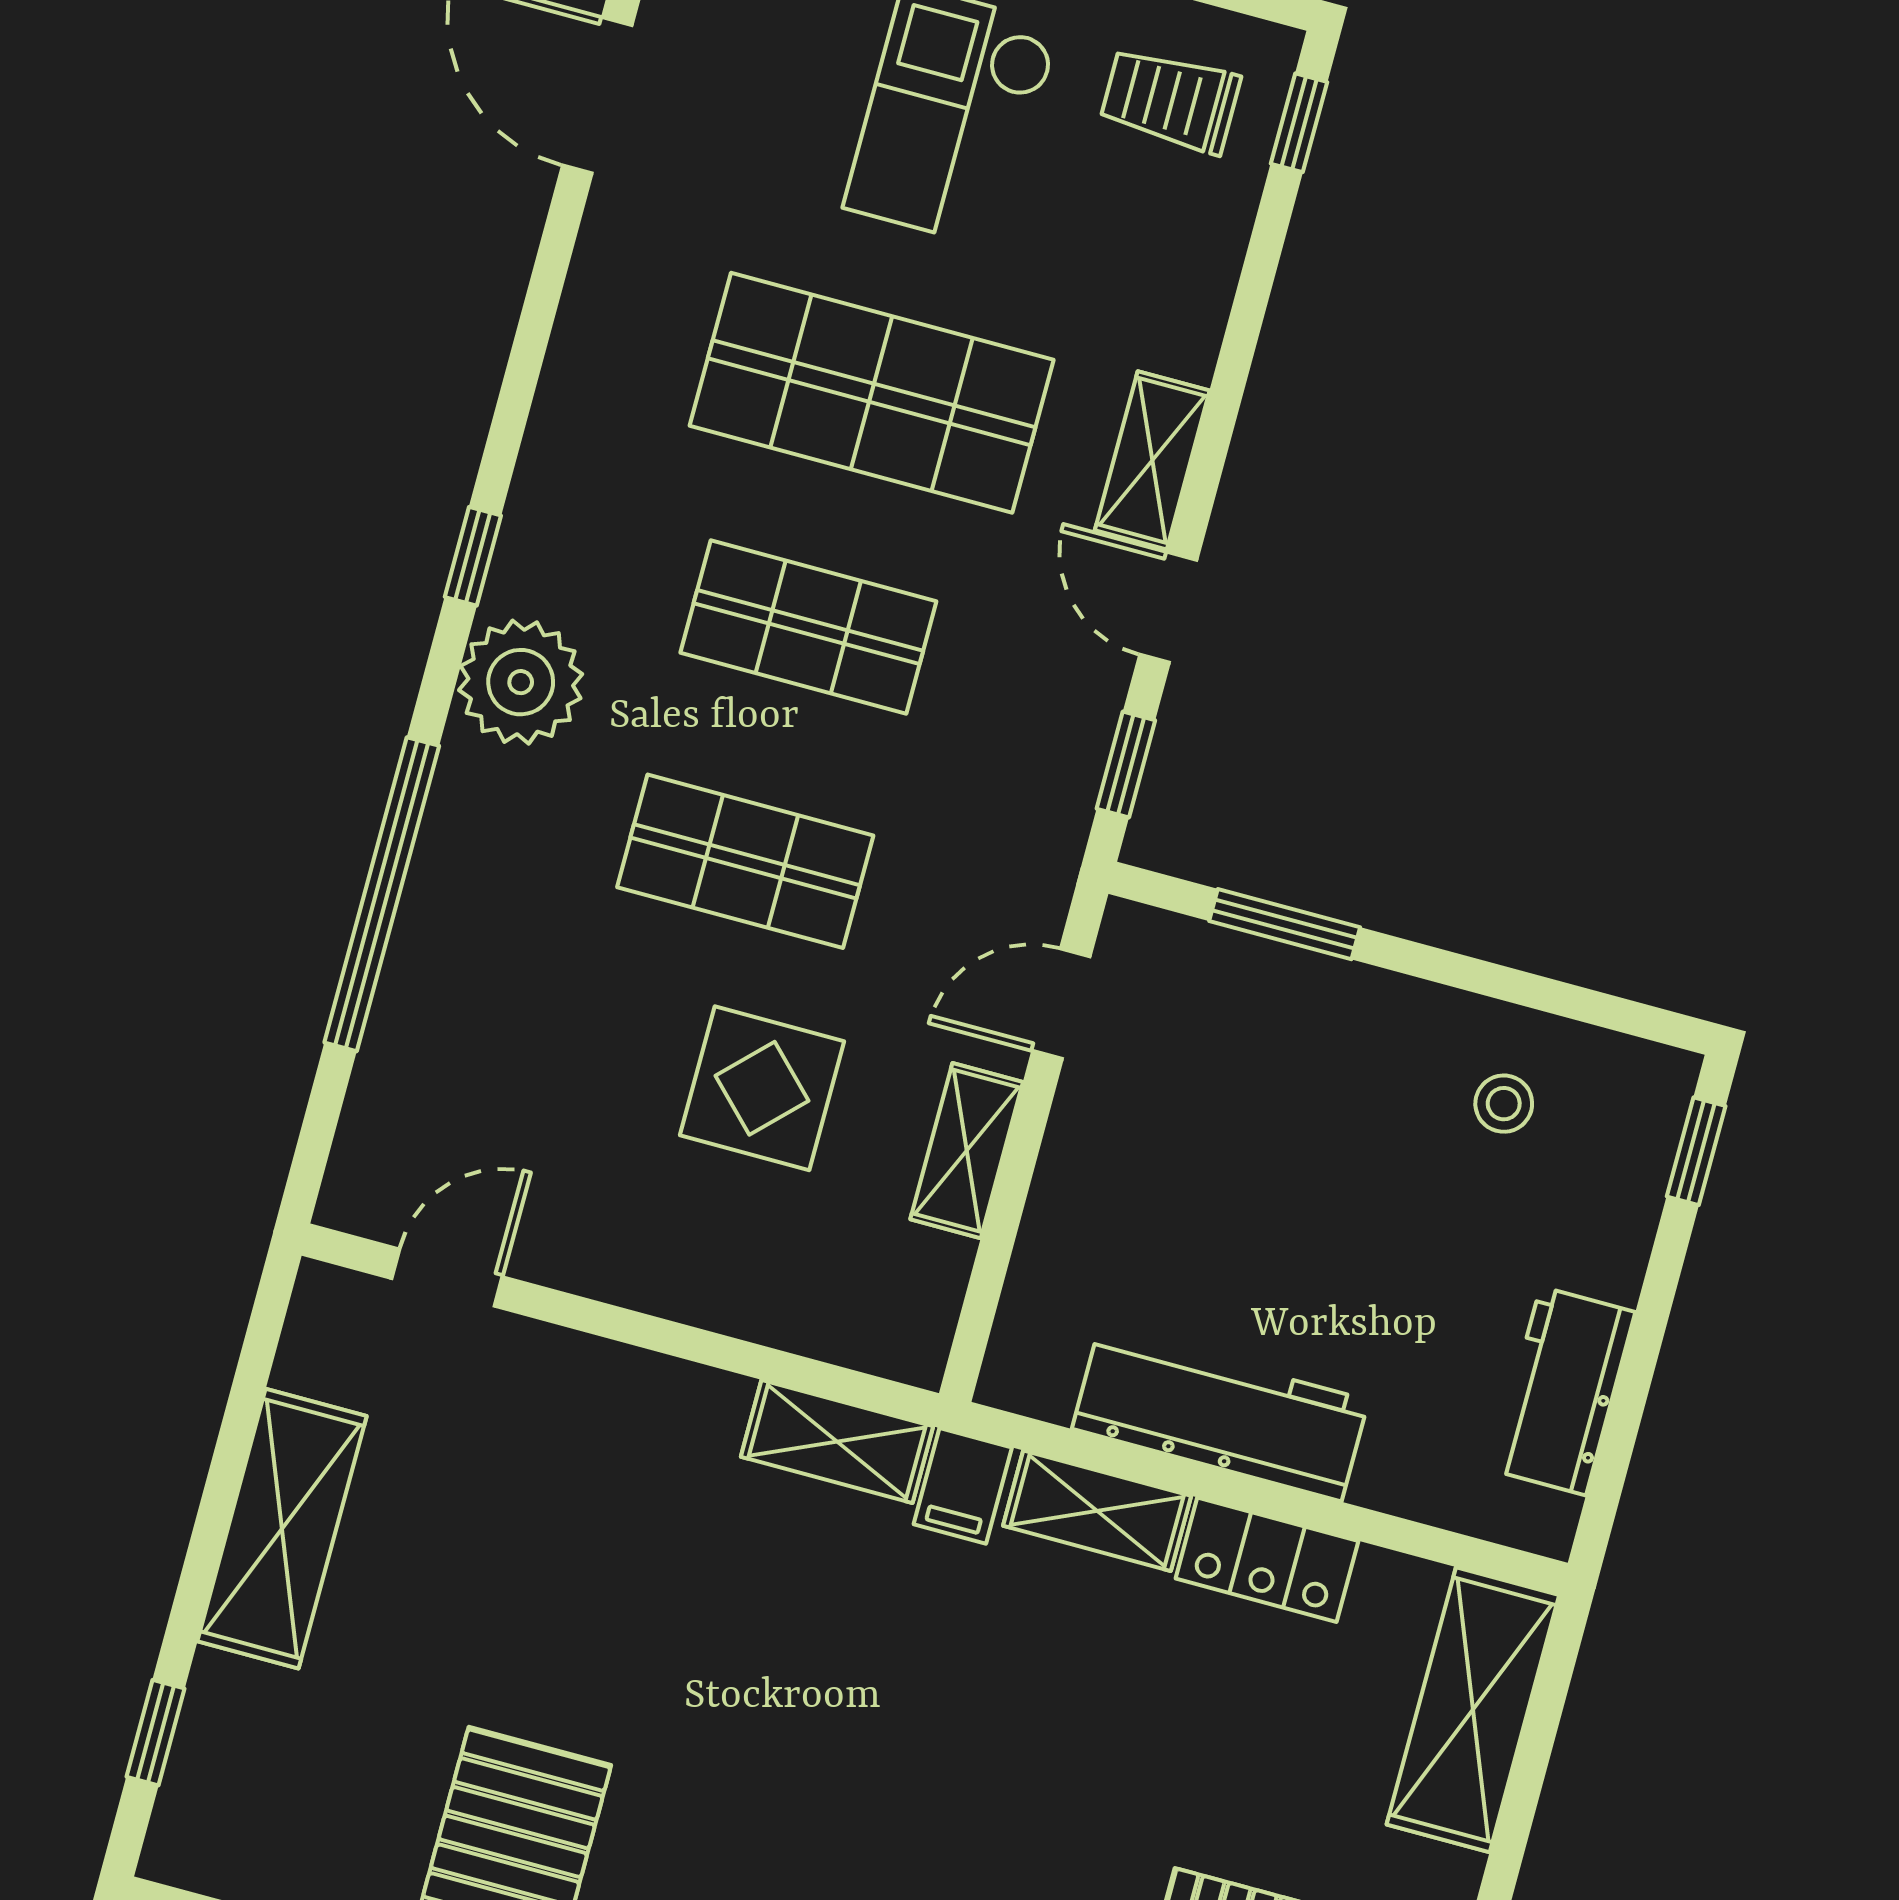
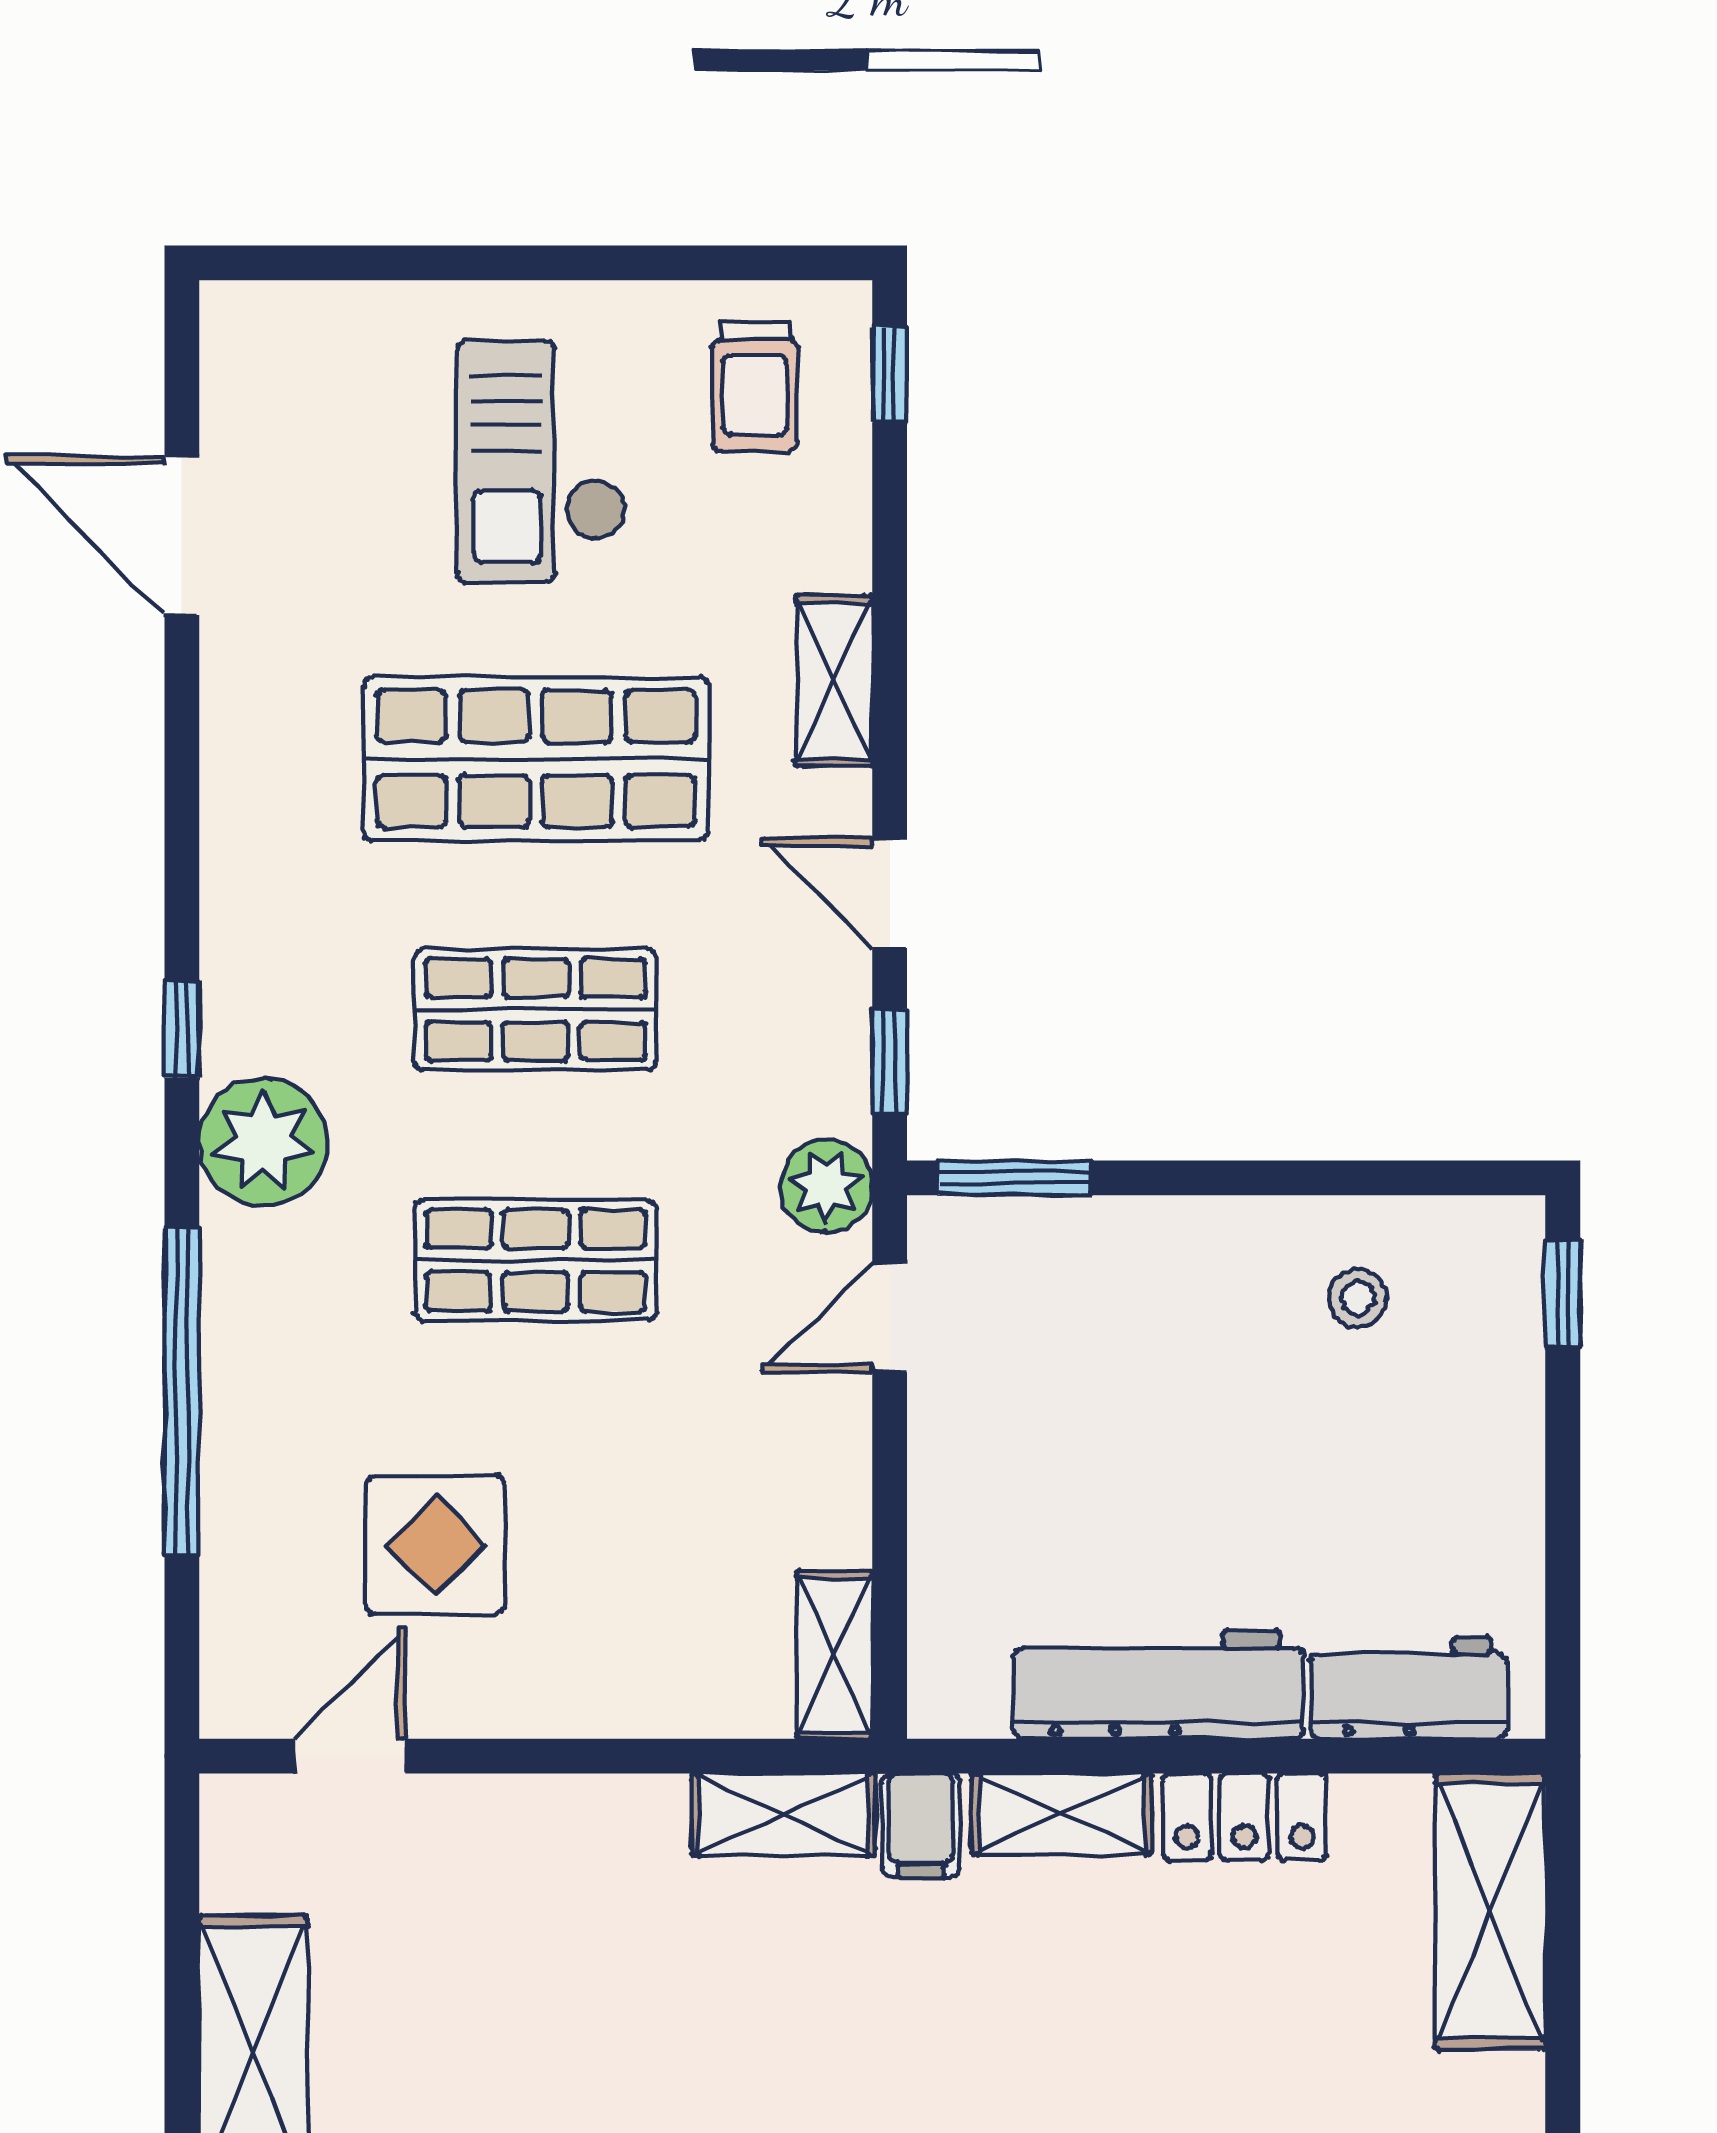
trolley: (1170, 100) -> (755, 386), turned -90
shelving: (1152, 460) -> (834, 681), moved
plant: (1035, 865) -> (826, 1186), added
window: (1285, 924) -> (1015, 1178), moved
display table: (762, 1088) -> (435, 1545), moved
shelving: (967, 1151) -> (835, 1655), moved
workbench: (1563, 1391) -> (1408, 1688), moved, turned 90

